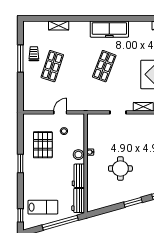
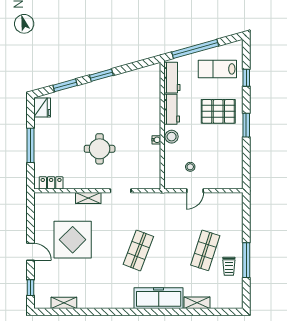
freezer: (109, 29) -> (159, 298), moved
pallet: (43, 145) -> (218, 111), moved, turned 90
round table: (120, 168) -> (100, 149), moved
window: (20, 215) -> (246, 78), moved

